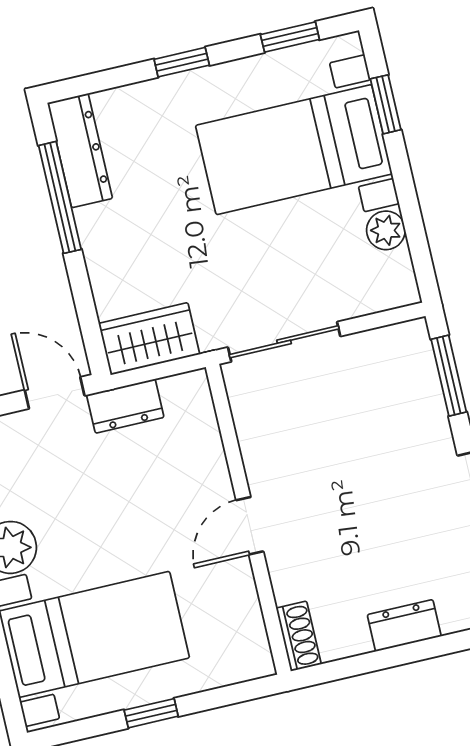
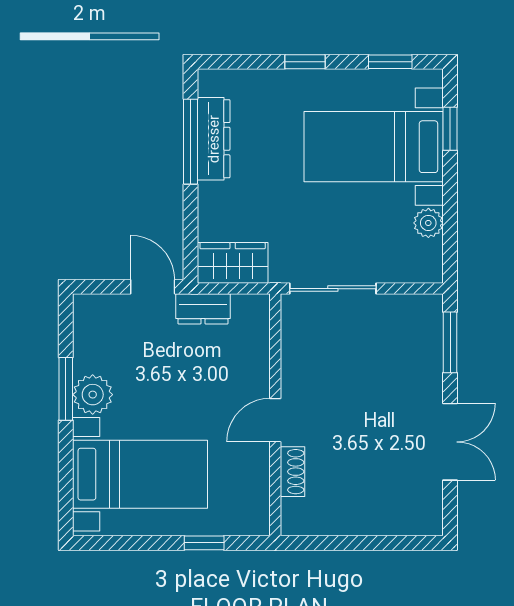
dresser: (80, 151) -> (214, 139), moved
dresser: (404, 626) -> (373, 521), removed
shoe rack: (299, 636) -> (293, 472), moved
window: (151, 713) -> (204, 543), moved

